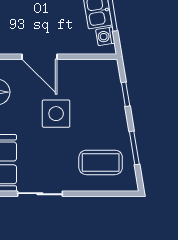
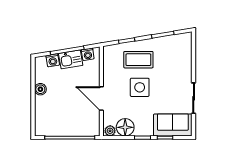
door: (39, 57) -> (101, 98), swing flipped
coffee table: (101, 162) -> (138, 60), moved, turned 90

